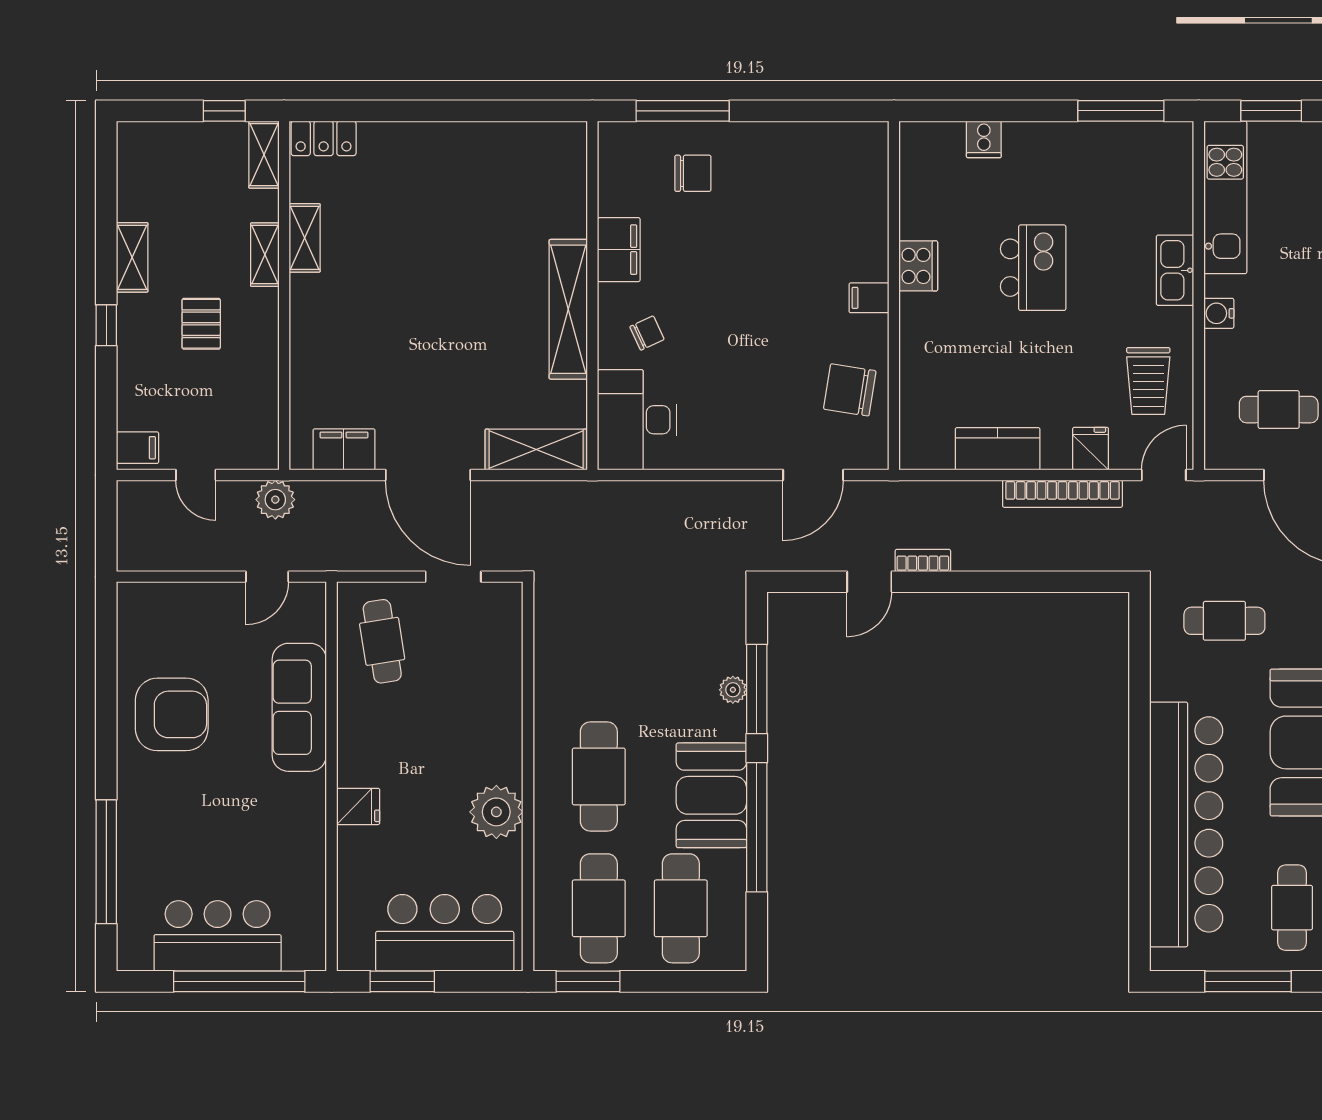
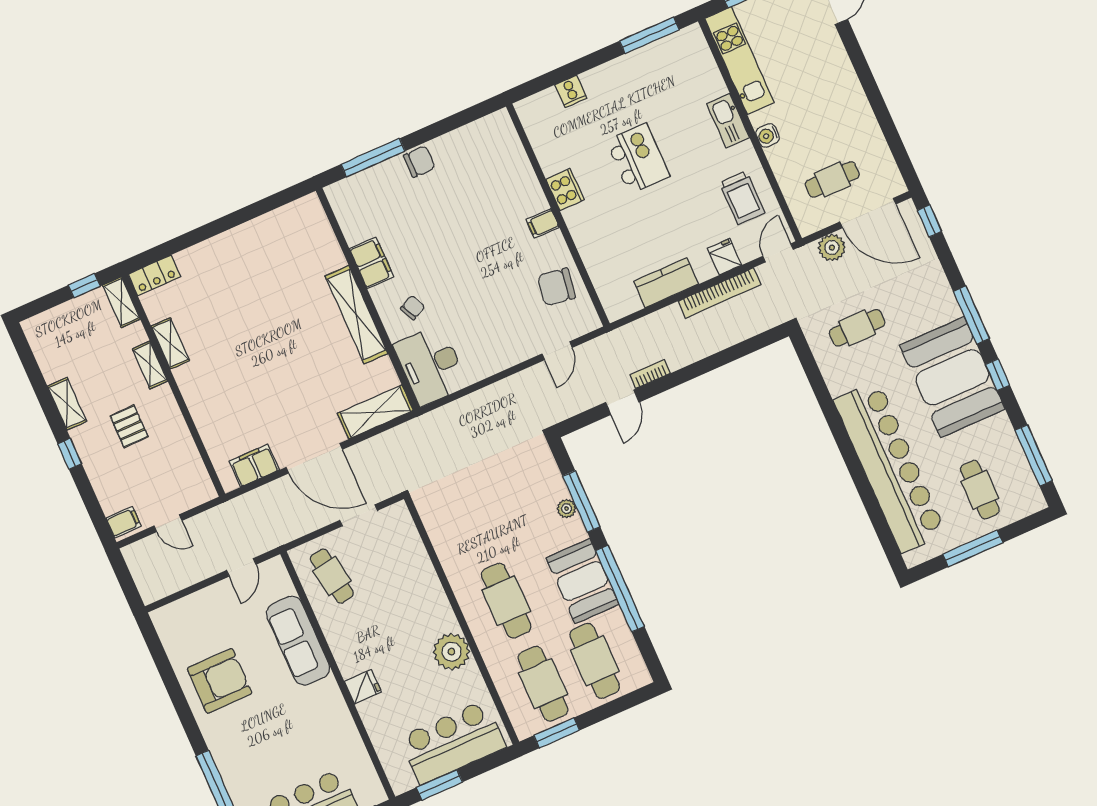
chair: (693, 173) -> (419, 162), moved
door: (813, 475) -> (557, 351), width x0.73
plant: (275, 500) -> (832, 248), moved

